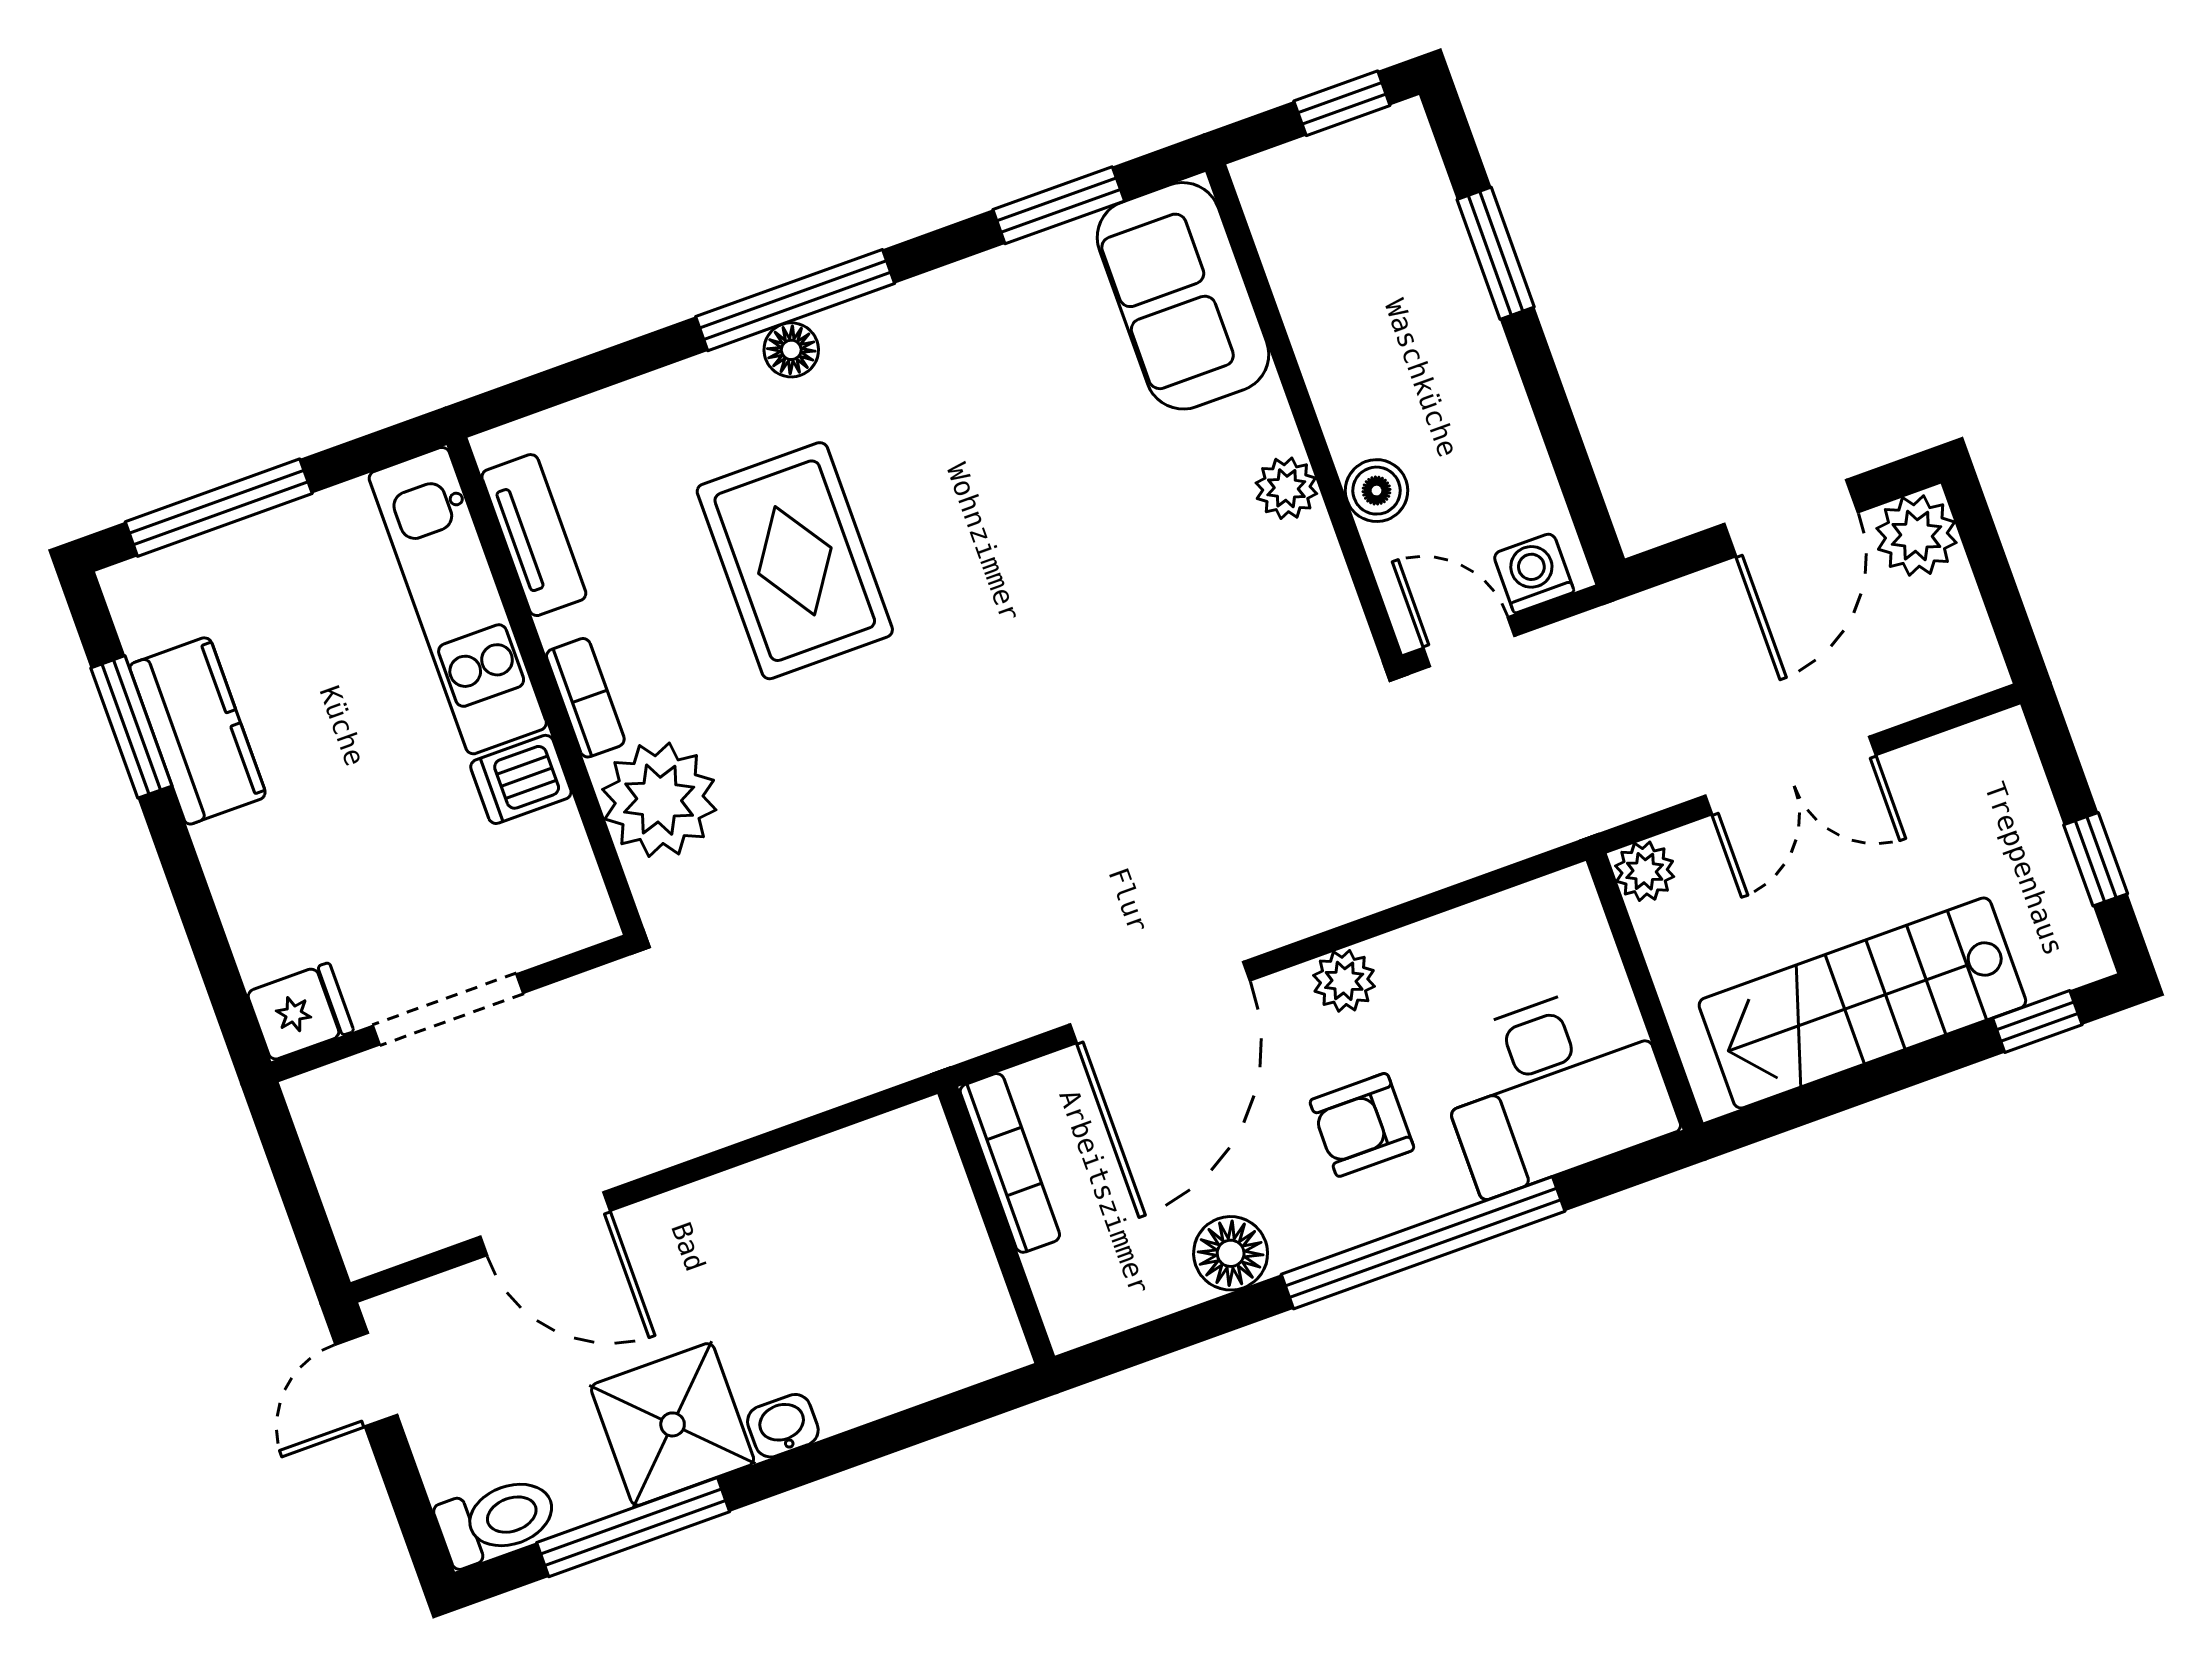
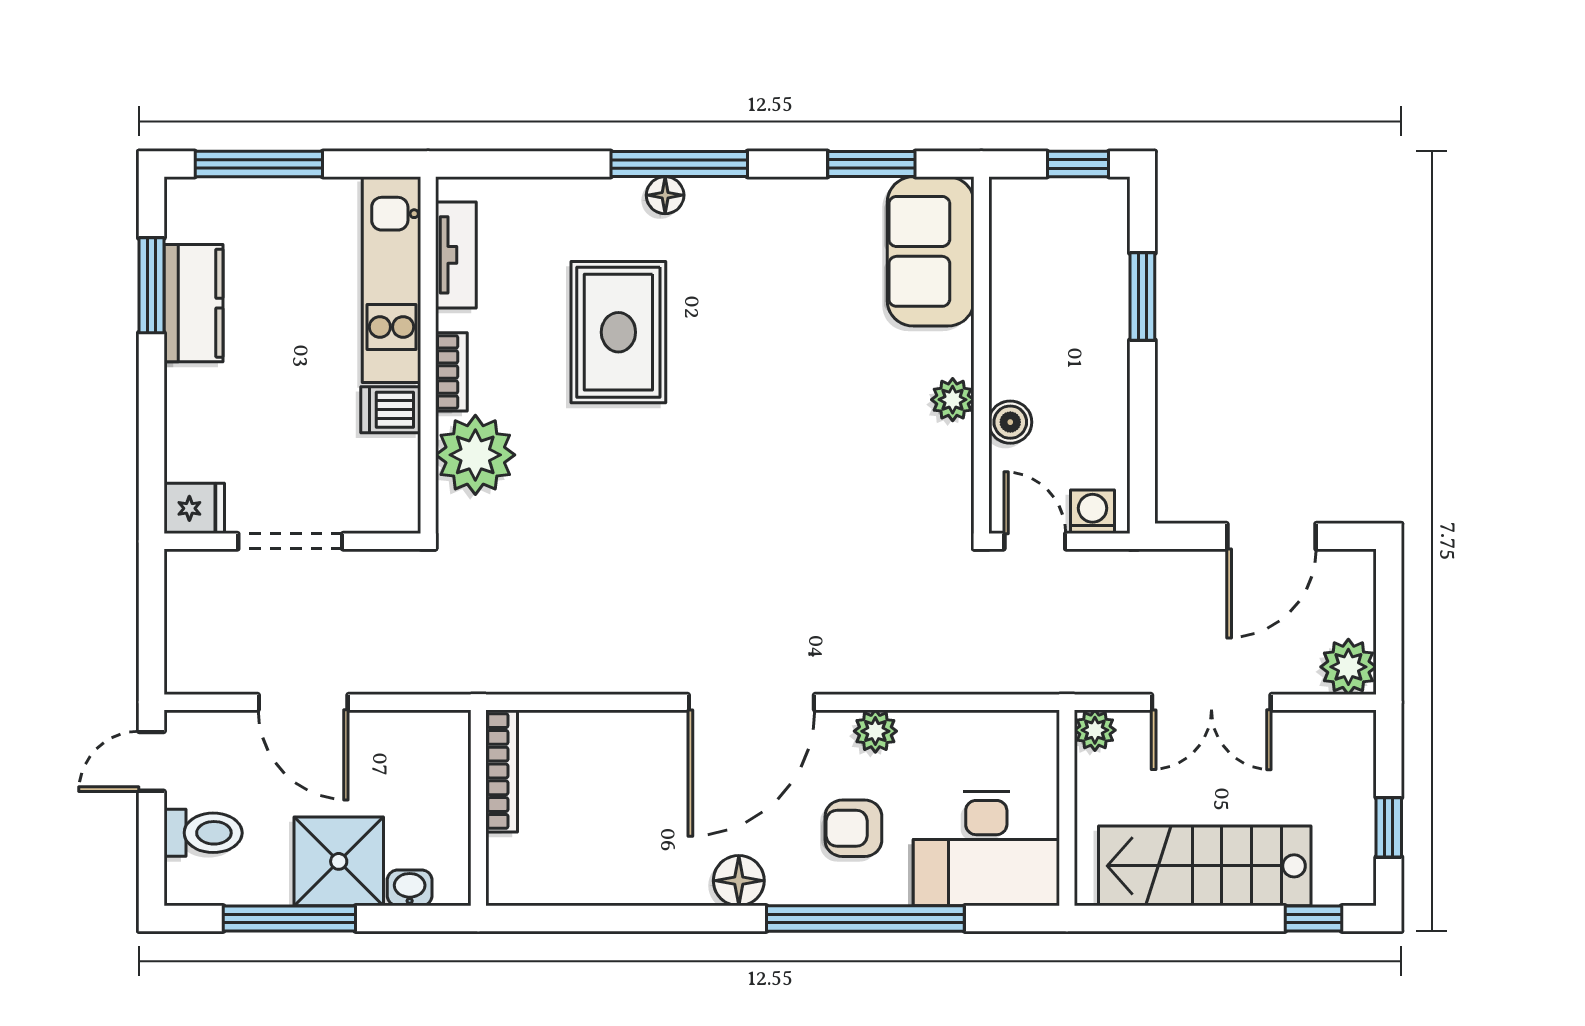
plant: (1916, 536) -> (1348, 667), moved
bookcase: (1010, 1163) -> (502, 771), moved
wall: (996, 1225) -> (478, 808), moved
toilet: (497, 1520) -> (203, 833), moved

